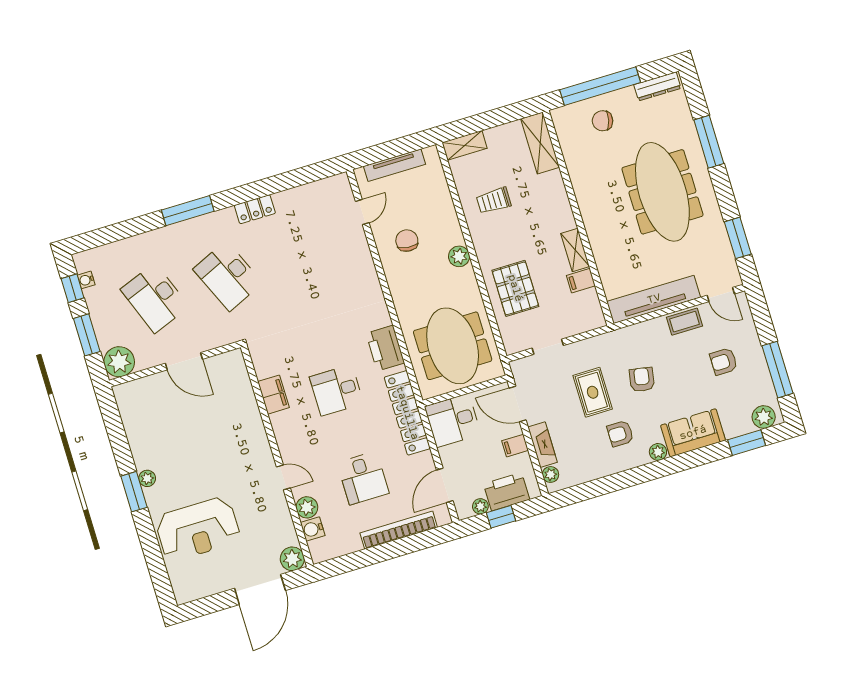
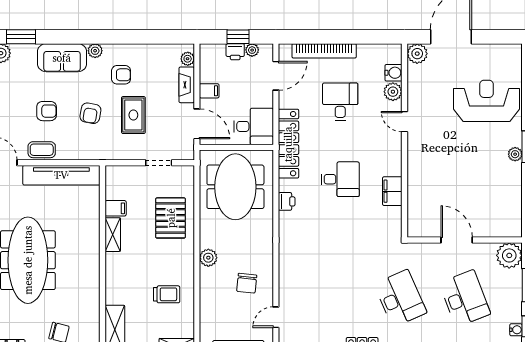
printer: (385, 348) -> (287, 201), width x0.53, depth x0.68
armchair: (724, 362) -> (47, 111), moved
printer: (507, 492) -> (235, 52), width x0.53, depth x0.68

